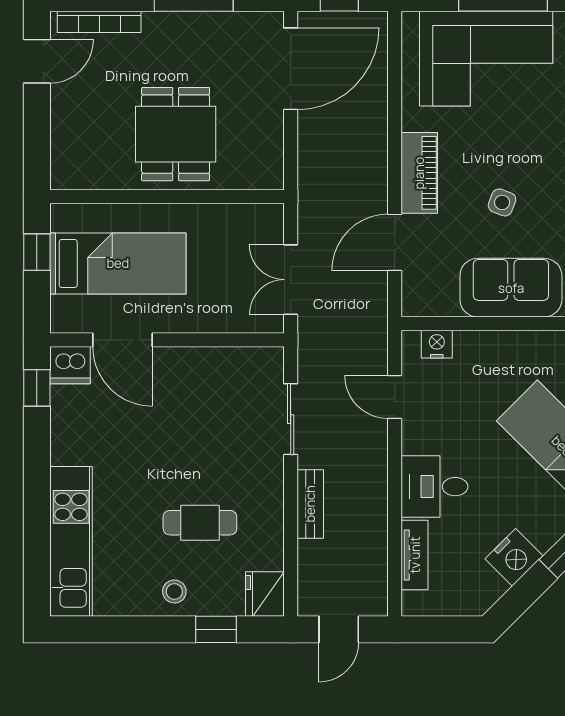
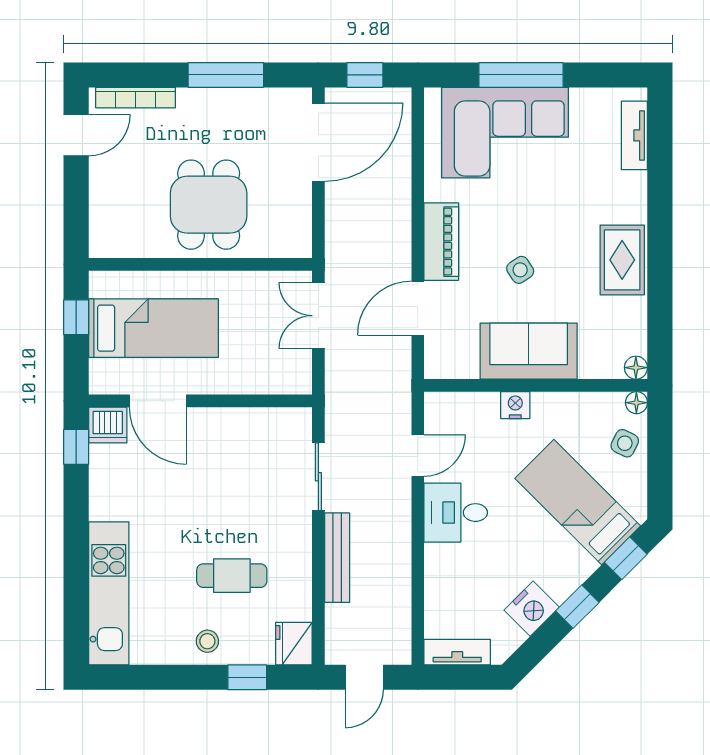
side table: (502, 202) -> (520, 270), turned 36
double door: (291, 280) -> (318, 316), moved
nightstand: (437, 344) -> (515, 405), moved
door: (395, 397) -> (418, 456), swing flipped
desk: (435, 487) -> (456, 513), moved
bench: (310, 504) -> (337, 558), width x1.36
tv unit: (415, 555) -> (457, 652), moved, turned -90

